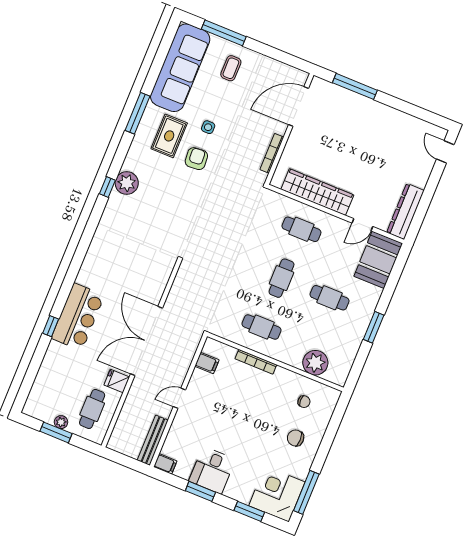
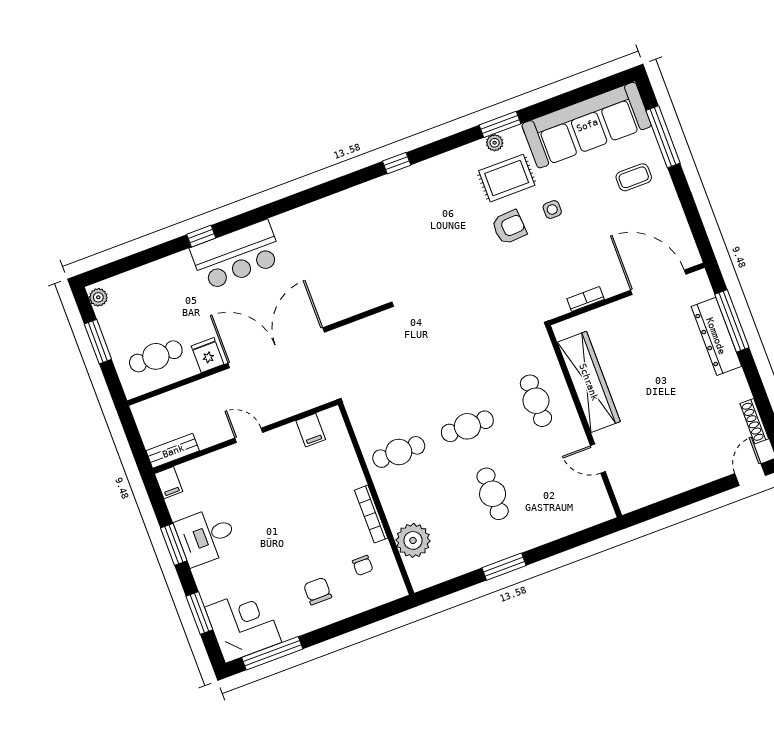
window: (138, 113) -> (500, 124), width x0.69
shoe rack: (419, 124) -> (754, 421), added
bookcase: (272, 153) -> (586, 299), width x0.64
plant: (127, 183) -> (495, 143), moved, width x0.53, depth x0.53
dresser: (405, 211) -> (716, 336), moved, turned -90
booth: (378, 260) -> (577, 508), removed
cafe table: (262, 327) -> (399, 452), turned 90
bookcase: (256, 362) -> (371, 514), moved
plant: (61, 422) -> (98, 297), moved
bench: (153, 440) -> (173, 451), width x0.73

